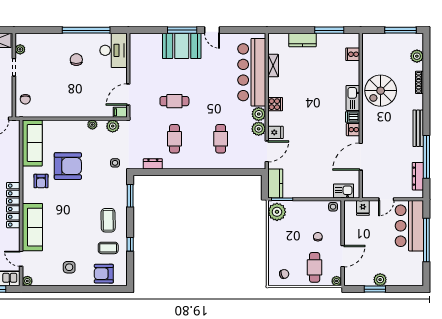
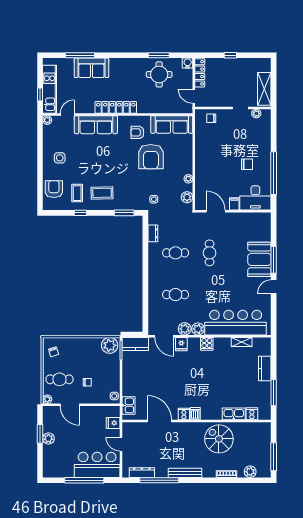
kitchen sink: (353, 98) -> (234, 414), moved
filing cabinet: (120, 112) -> (234, 204), moved

